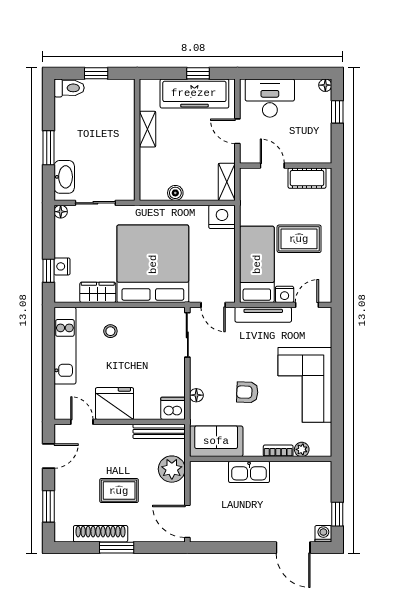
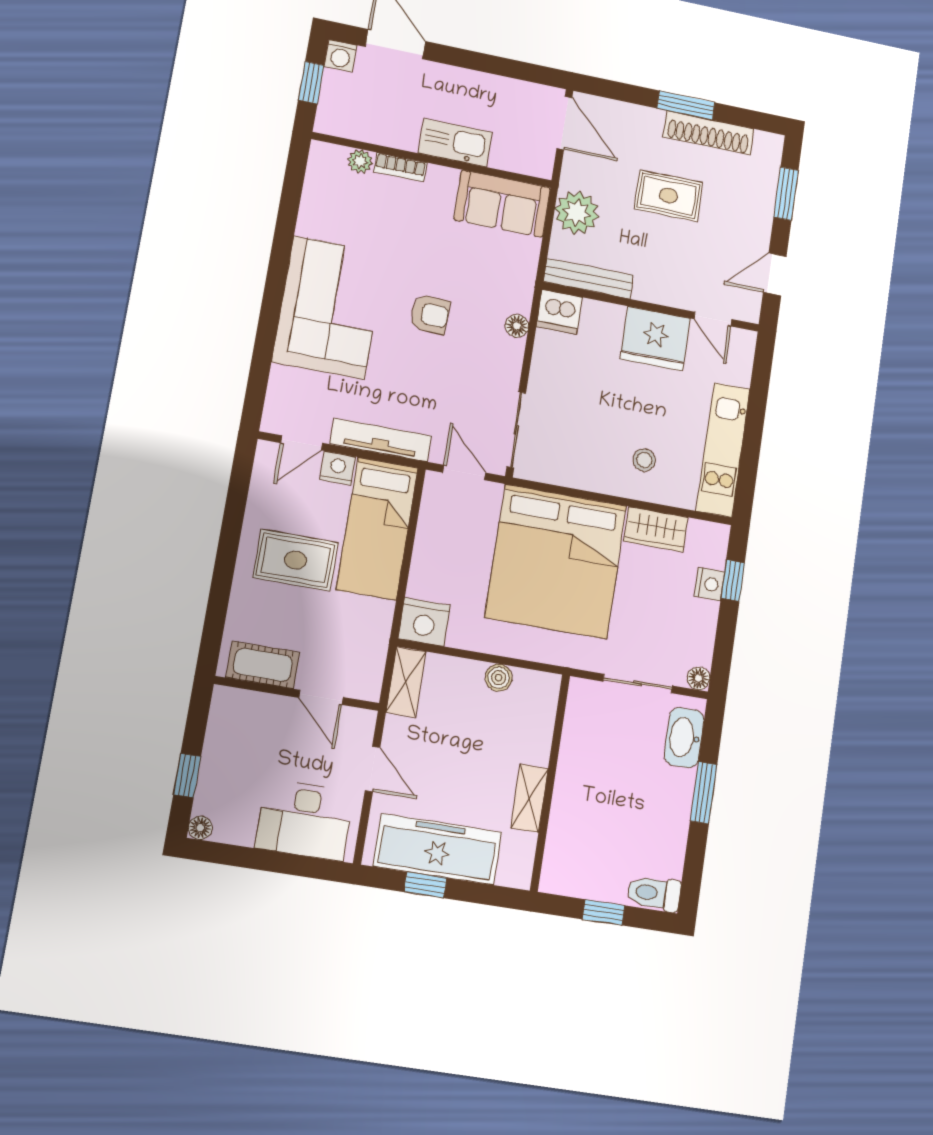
sofa: (216, 441) -> (502, 204), moved
plant: (302, 449) -> (360, 161), moved
bookcase: (278, 451) -> (400, 167), moved
wall: (261, 459) -> (432, 160), moved
kitchen sink: (249, 472) -> (455, 143), moved

